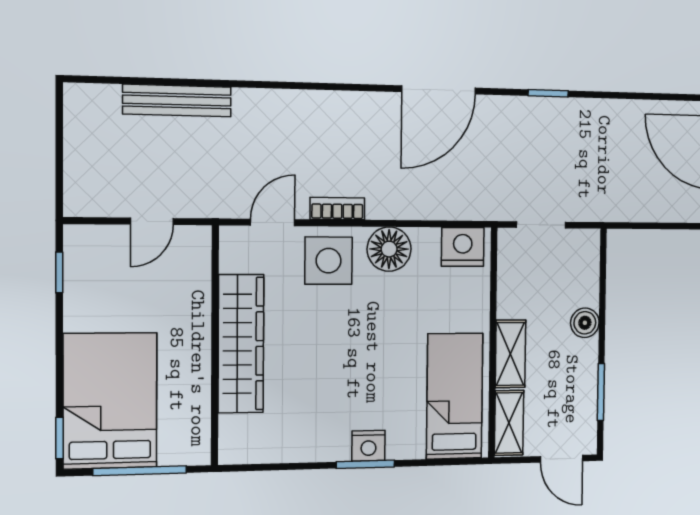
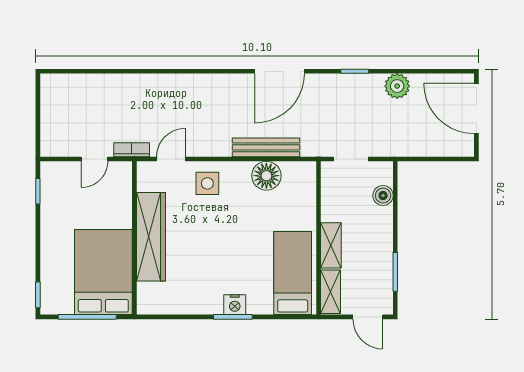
bench: (177, 101) -> (266, 147), moved
plant: (608, 117) -> (397, 86), added
bookcase: (337, 209) -> (132, 150), moved
nightstand: (463, 247) -> (297, 174), removed
floor lamp: (389, 249) -> (266, 176), moved
side table: (329, 261) -> (207, 183), width x0.73, depth x0.73
boiler: (585, 323) -> (383, 196), moved
bed: (110, 401) -> (103, 272), moved

